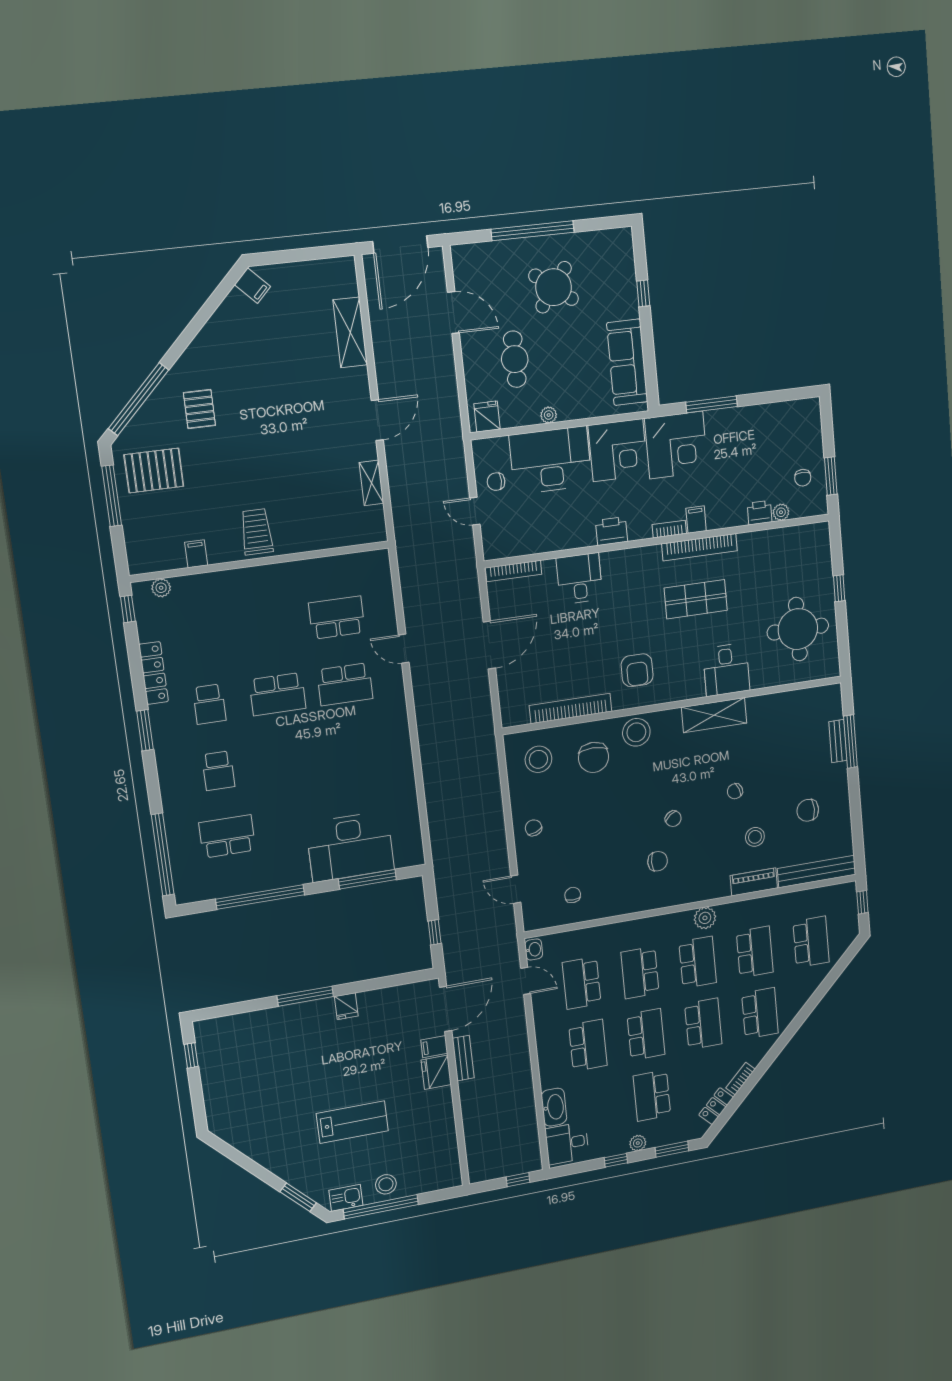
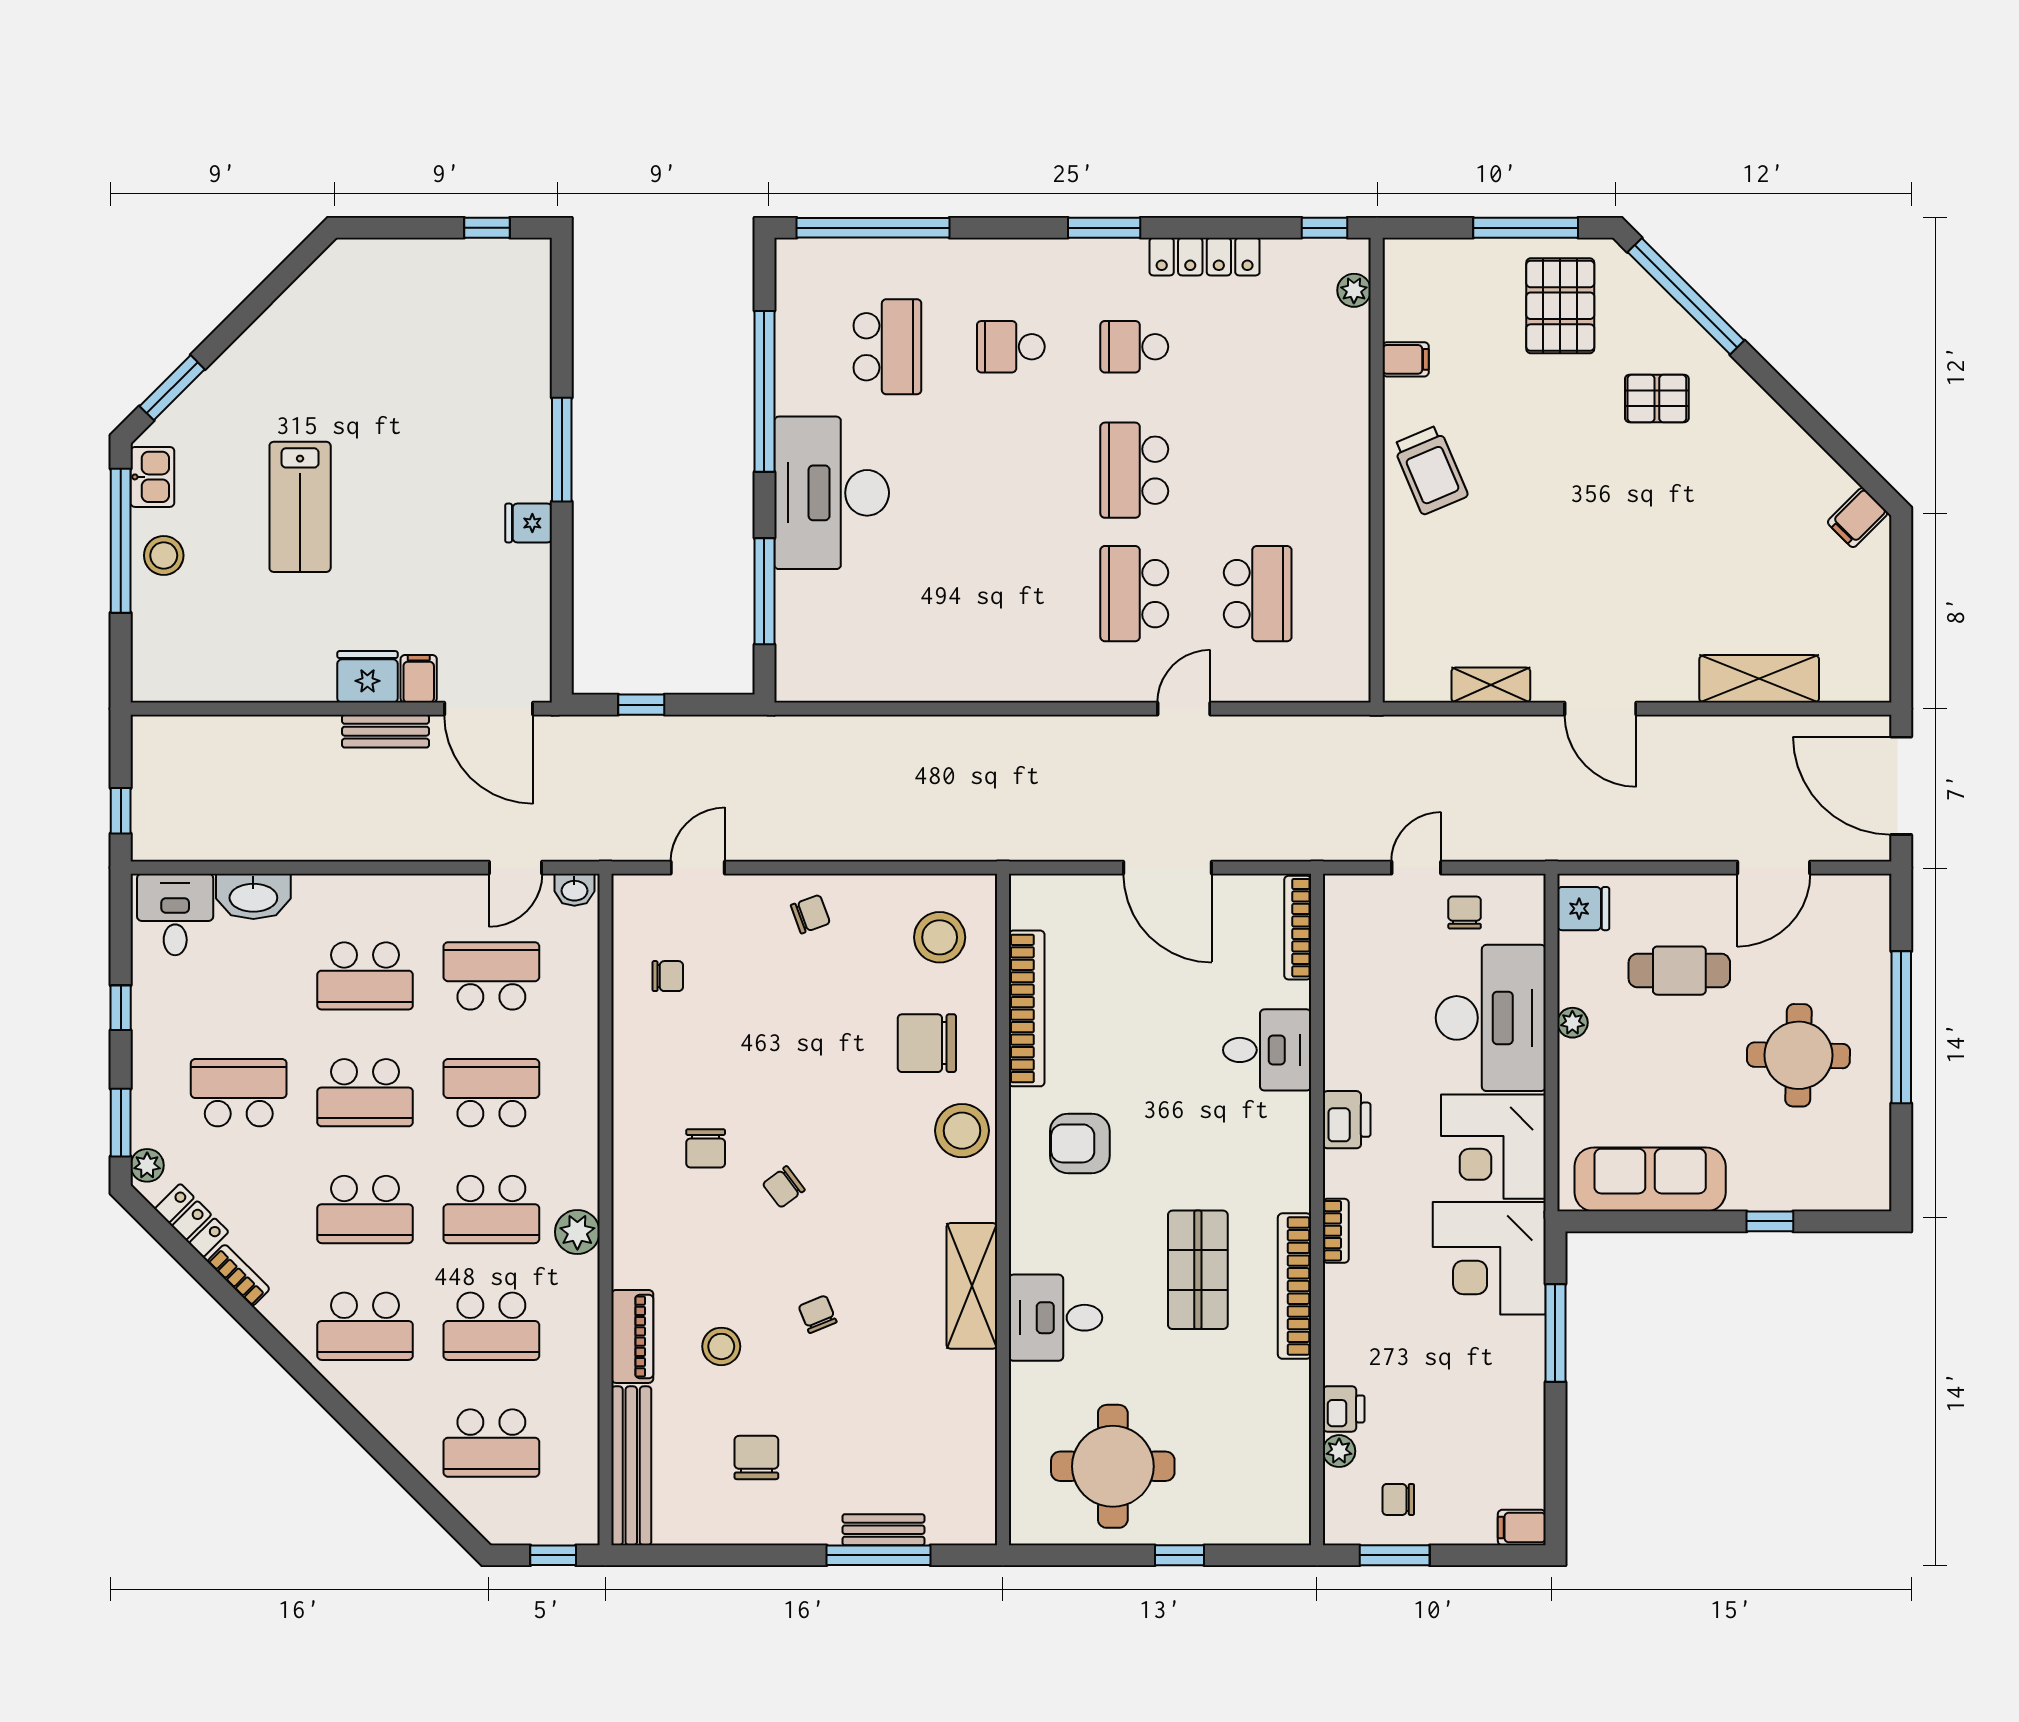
round table: (554, 287) -> (1798, 1055), turned -36
filing cabinet: (696, 520) -> (1522, 1528), moved, turned 180
trolley: (257, 532) -> (1430, 470), turned 67
desk: (350, 847) -> (832, 493), moved
plant: (638, 1143) -> (147, 1165), moved

